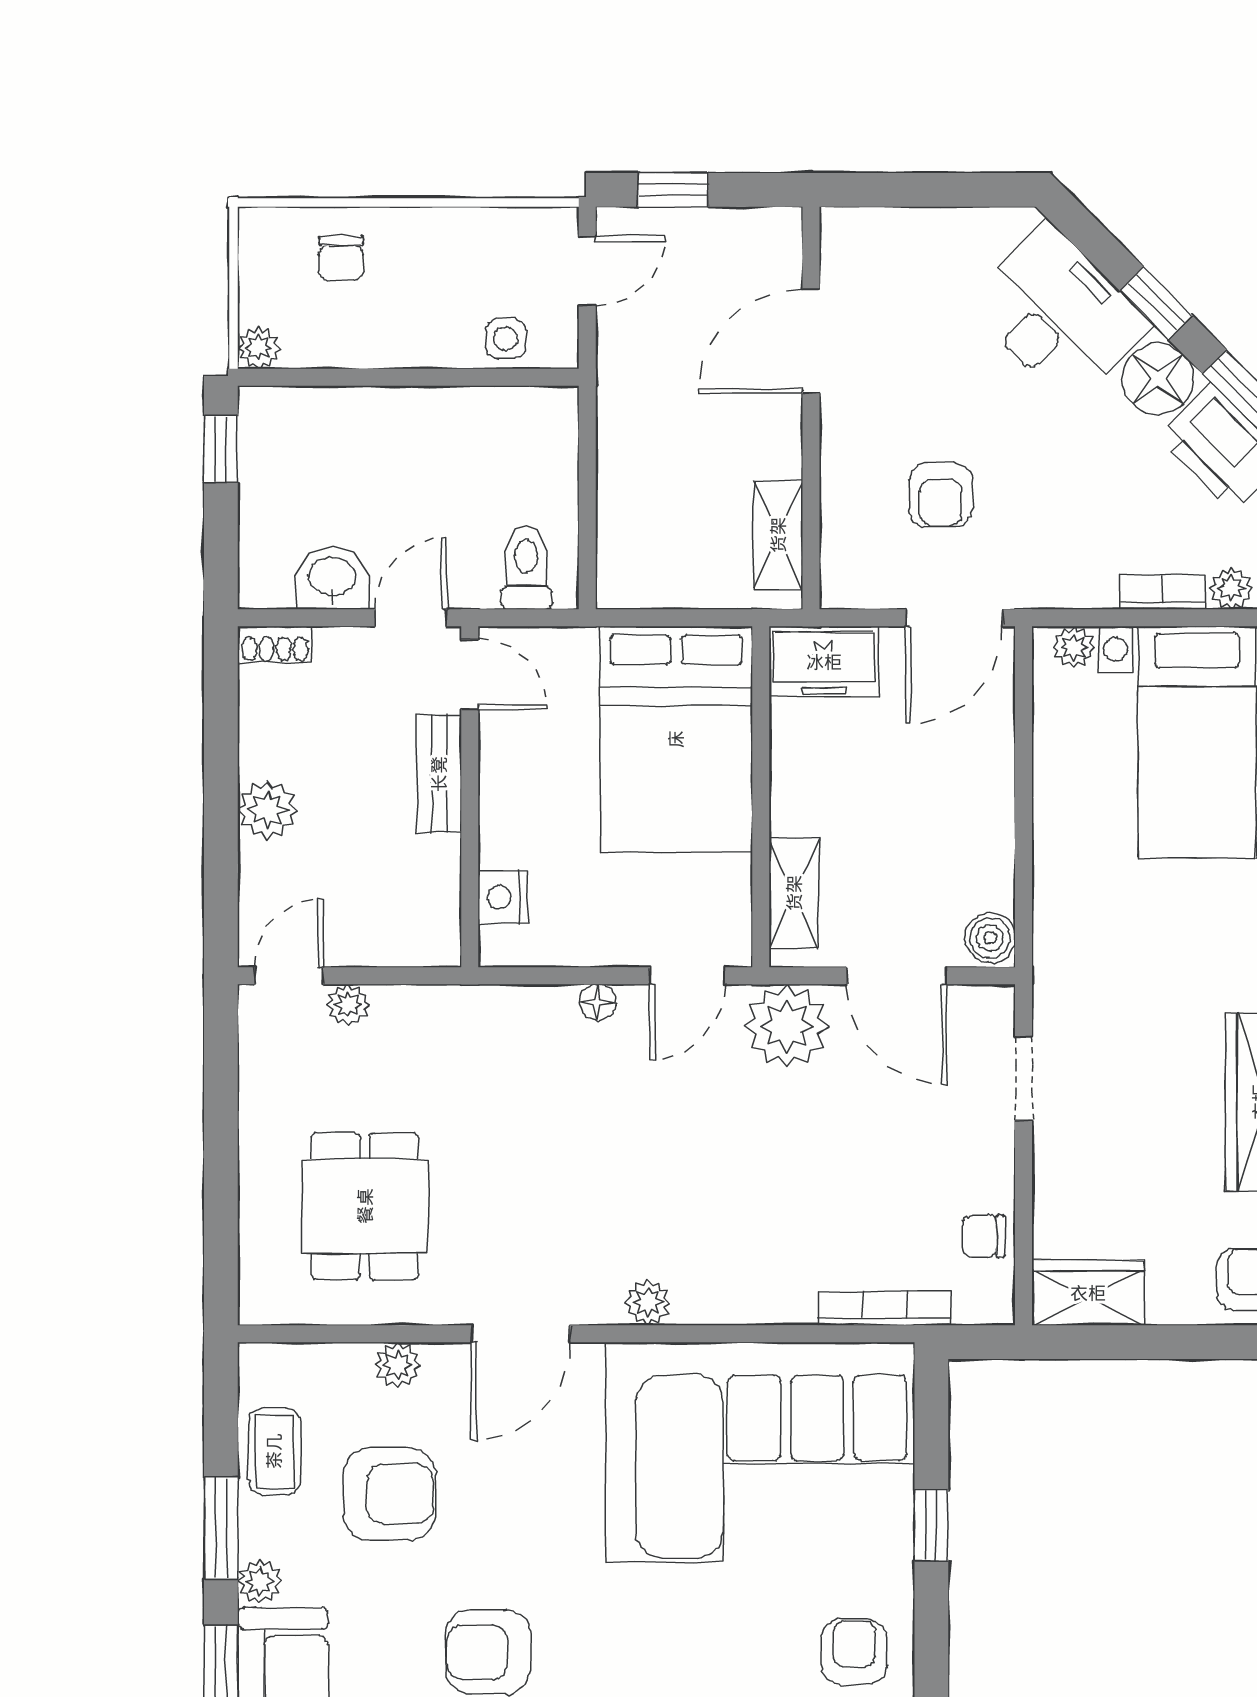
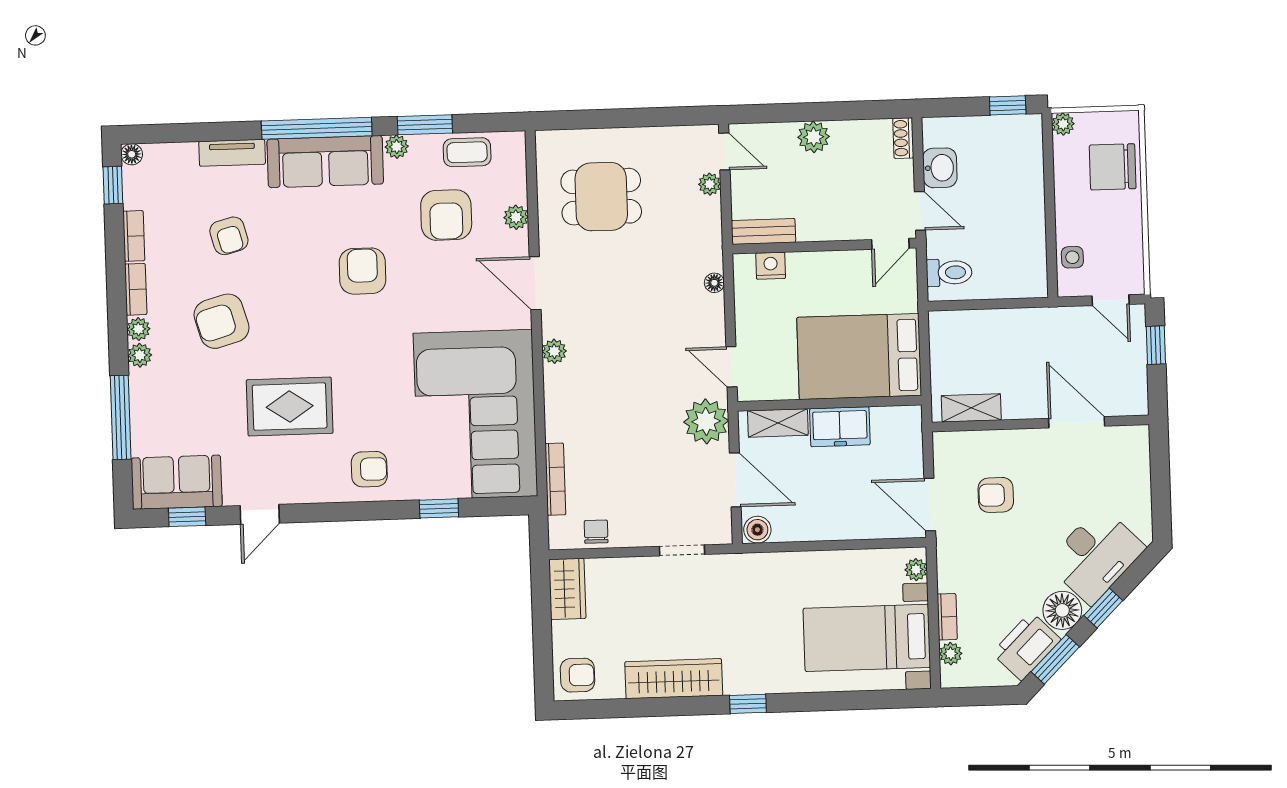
chair: (341, 259) -> (1113, 167), width x1.87, depth x1.87
freezer: (824, 662) -> (840, 427), moved, turned -90
bench: (439, 774) -> (763, 231), moved
door: (897, 976) -> (735, 480), swing flipped
floor lamp: (598, 1002) -> (714, 283), moved

